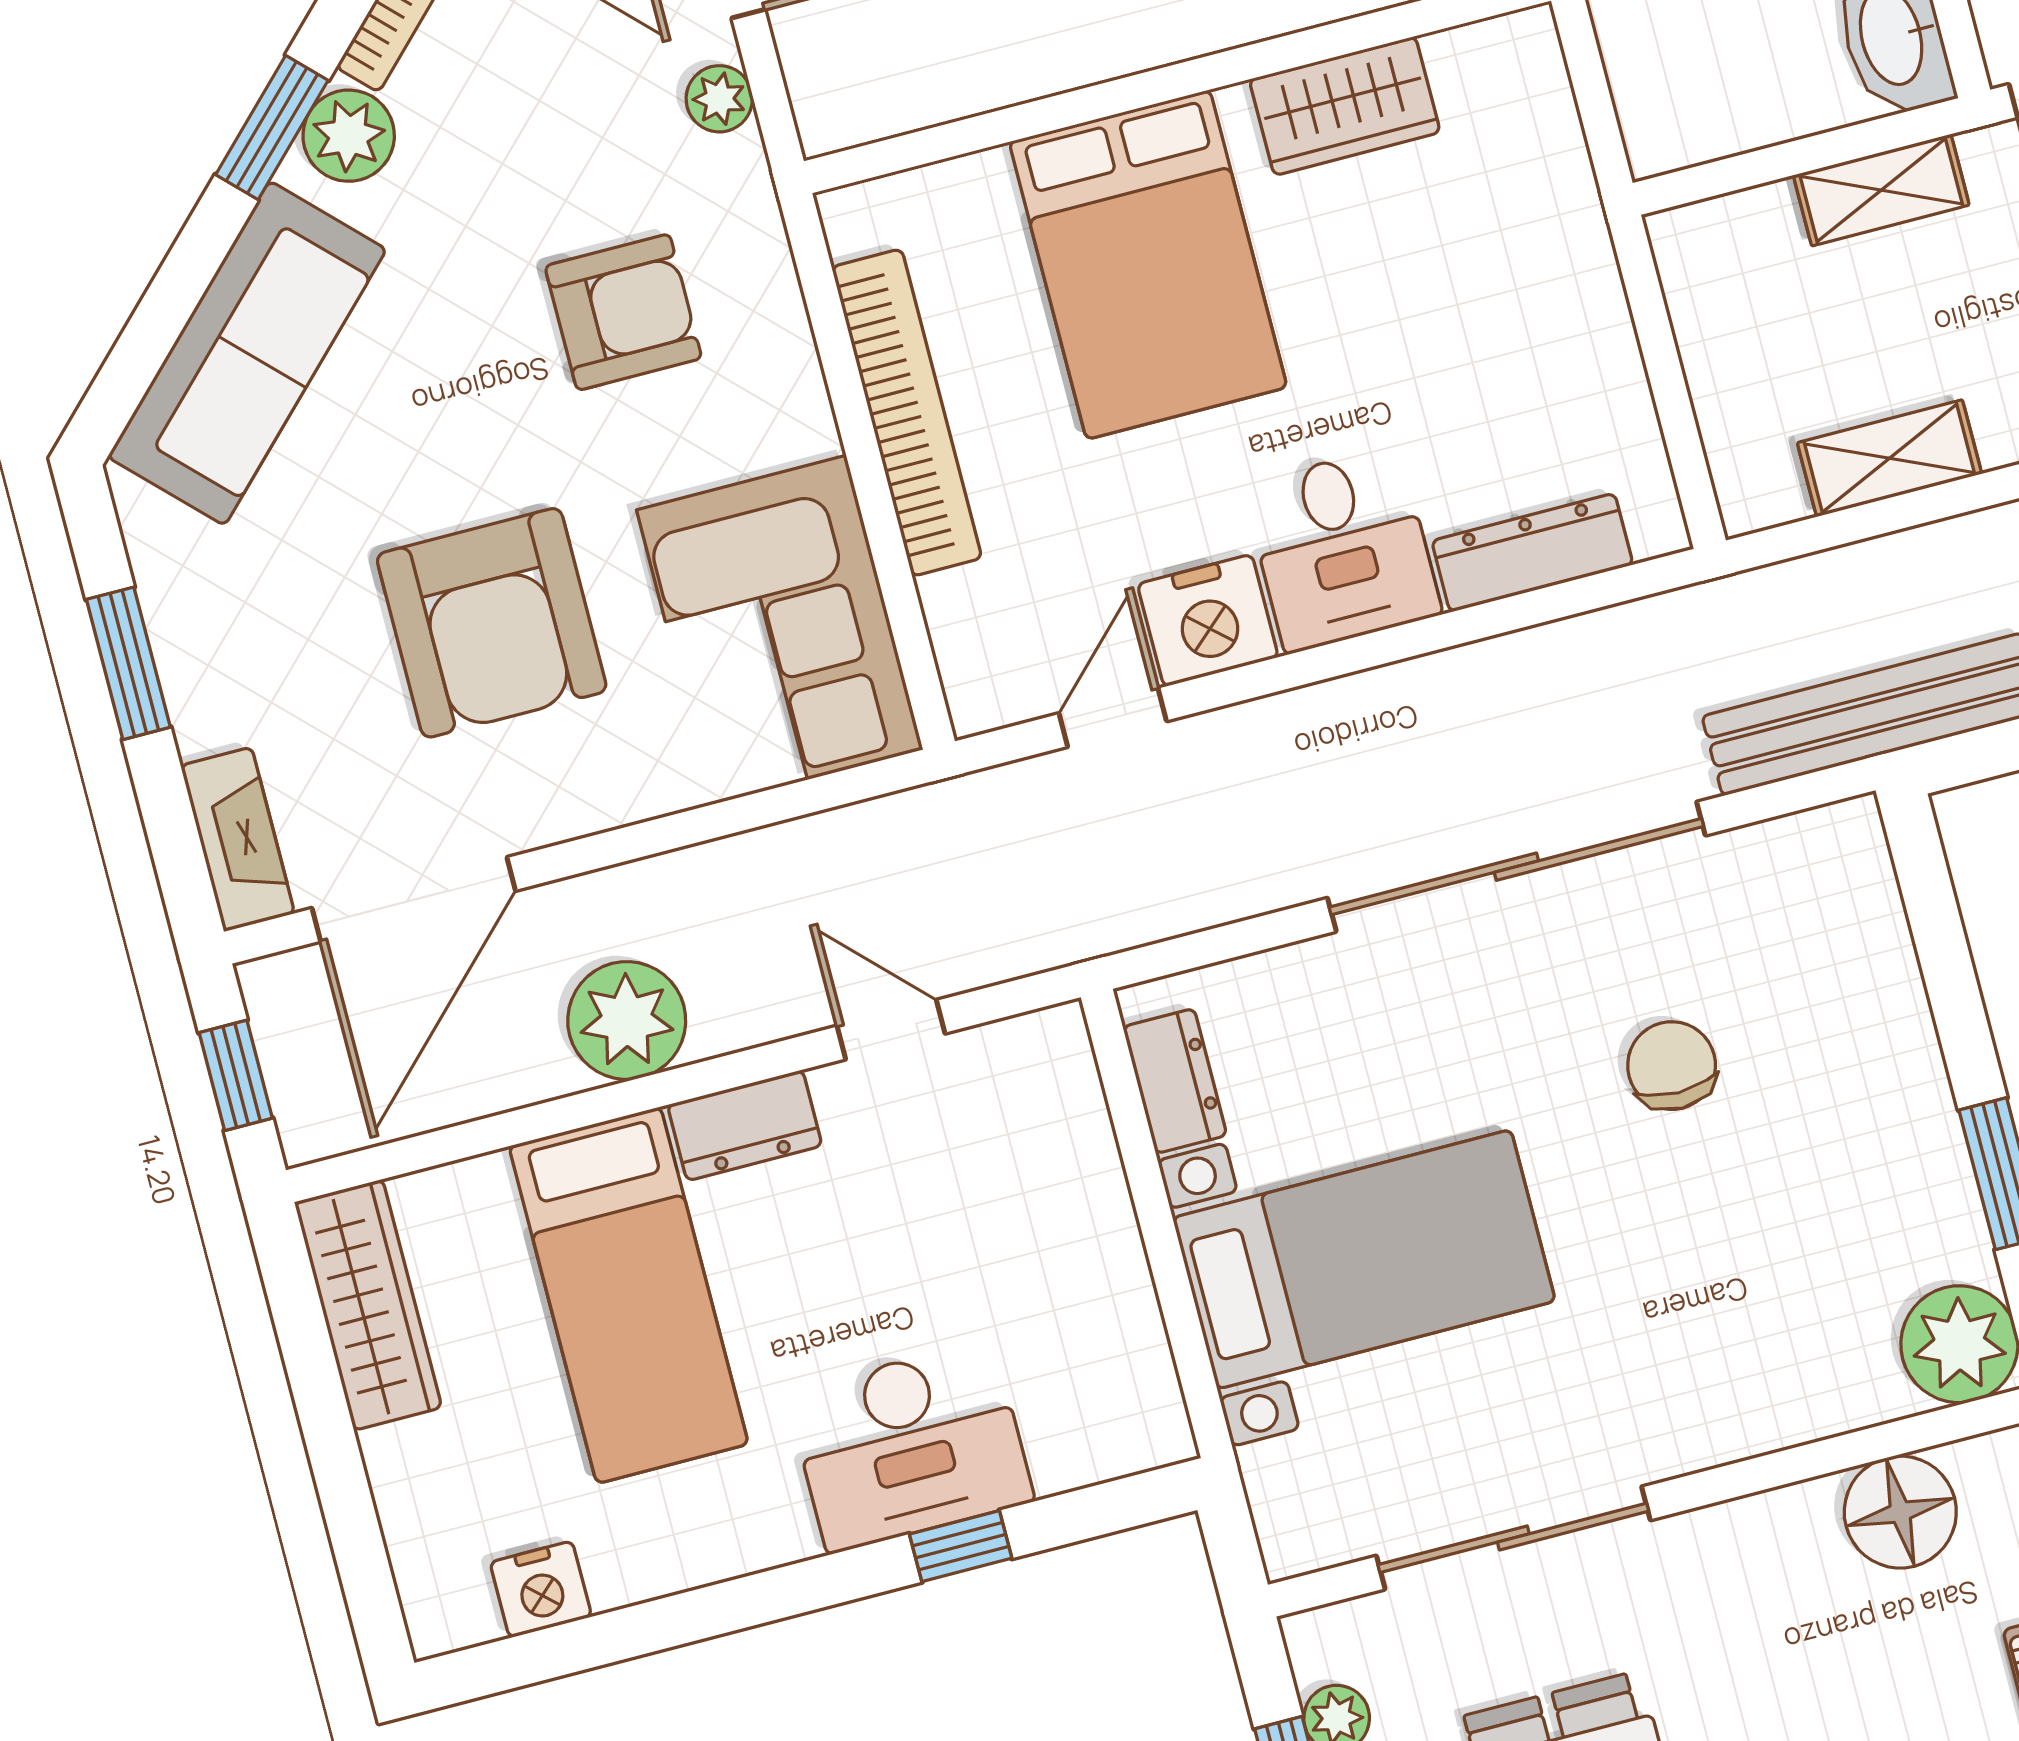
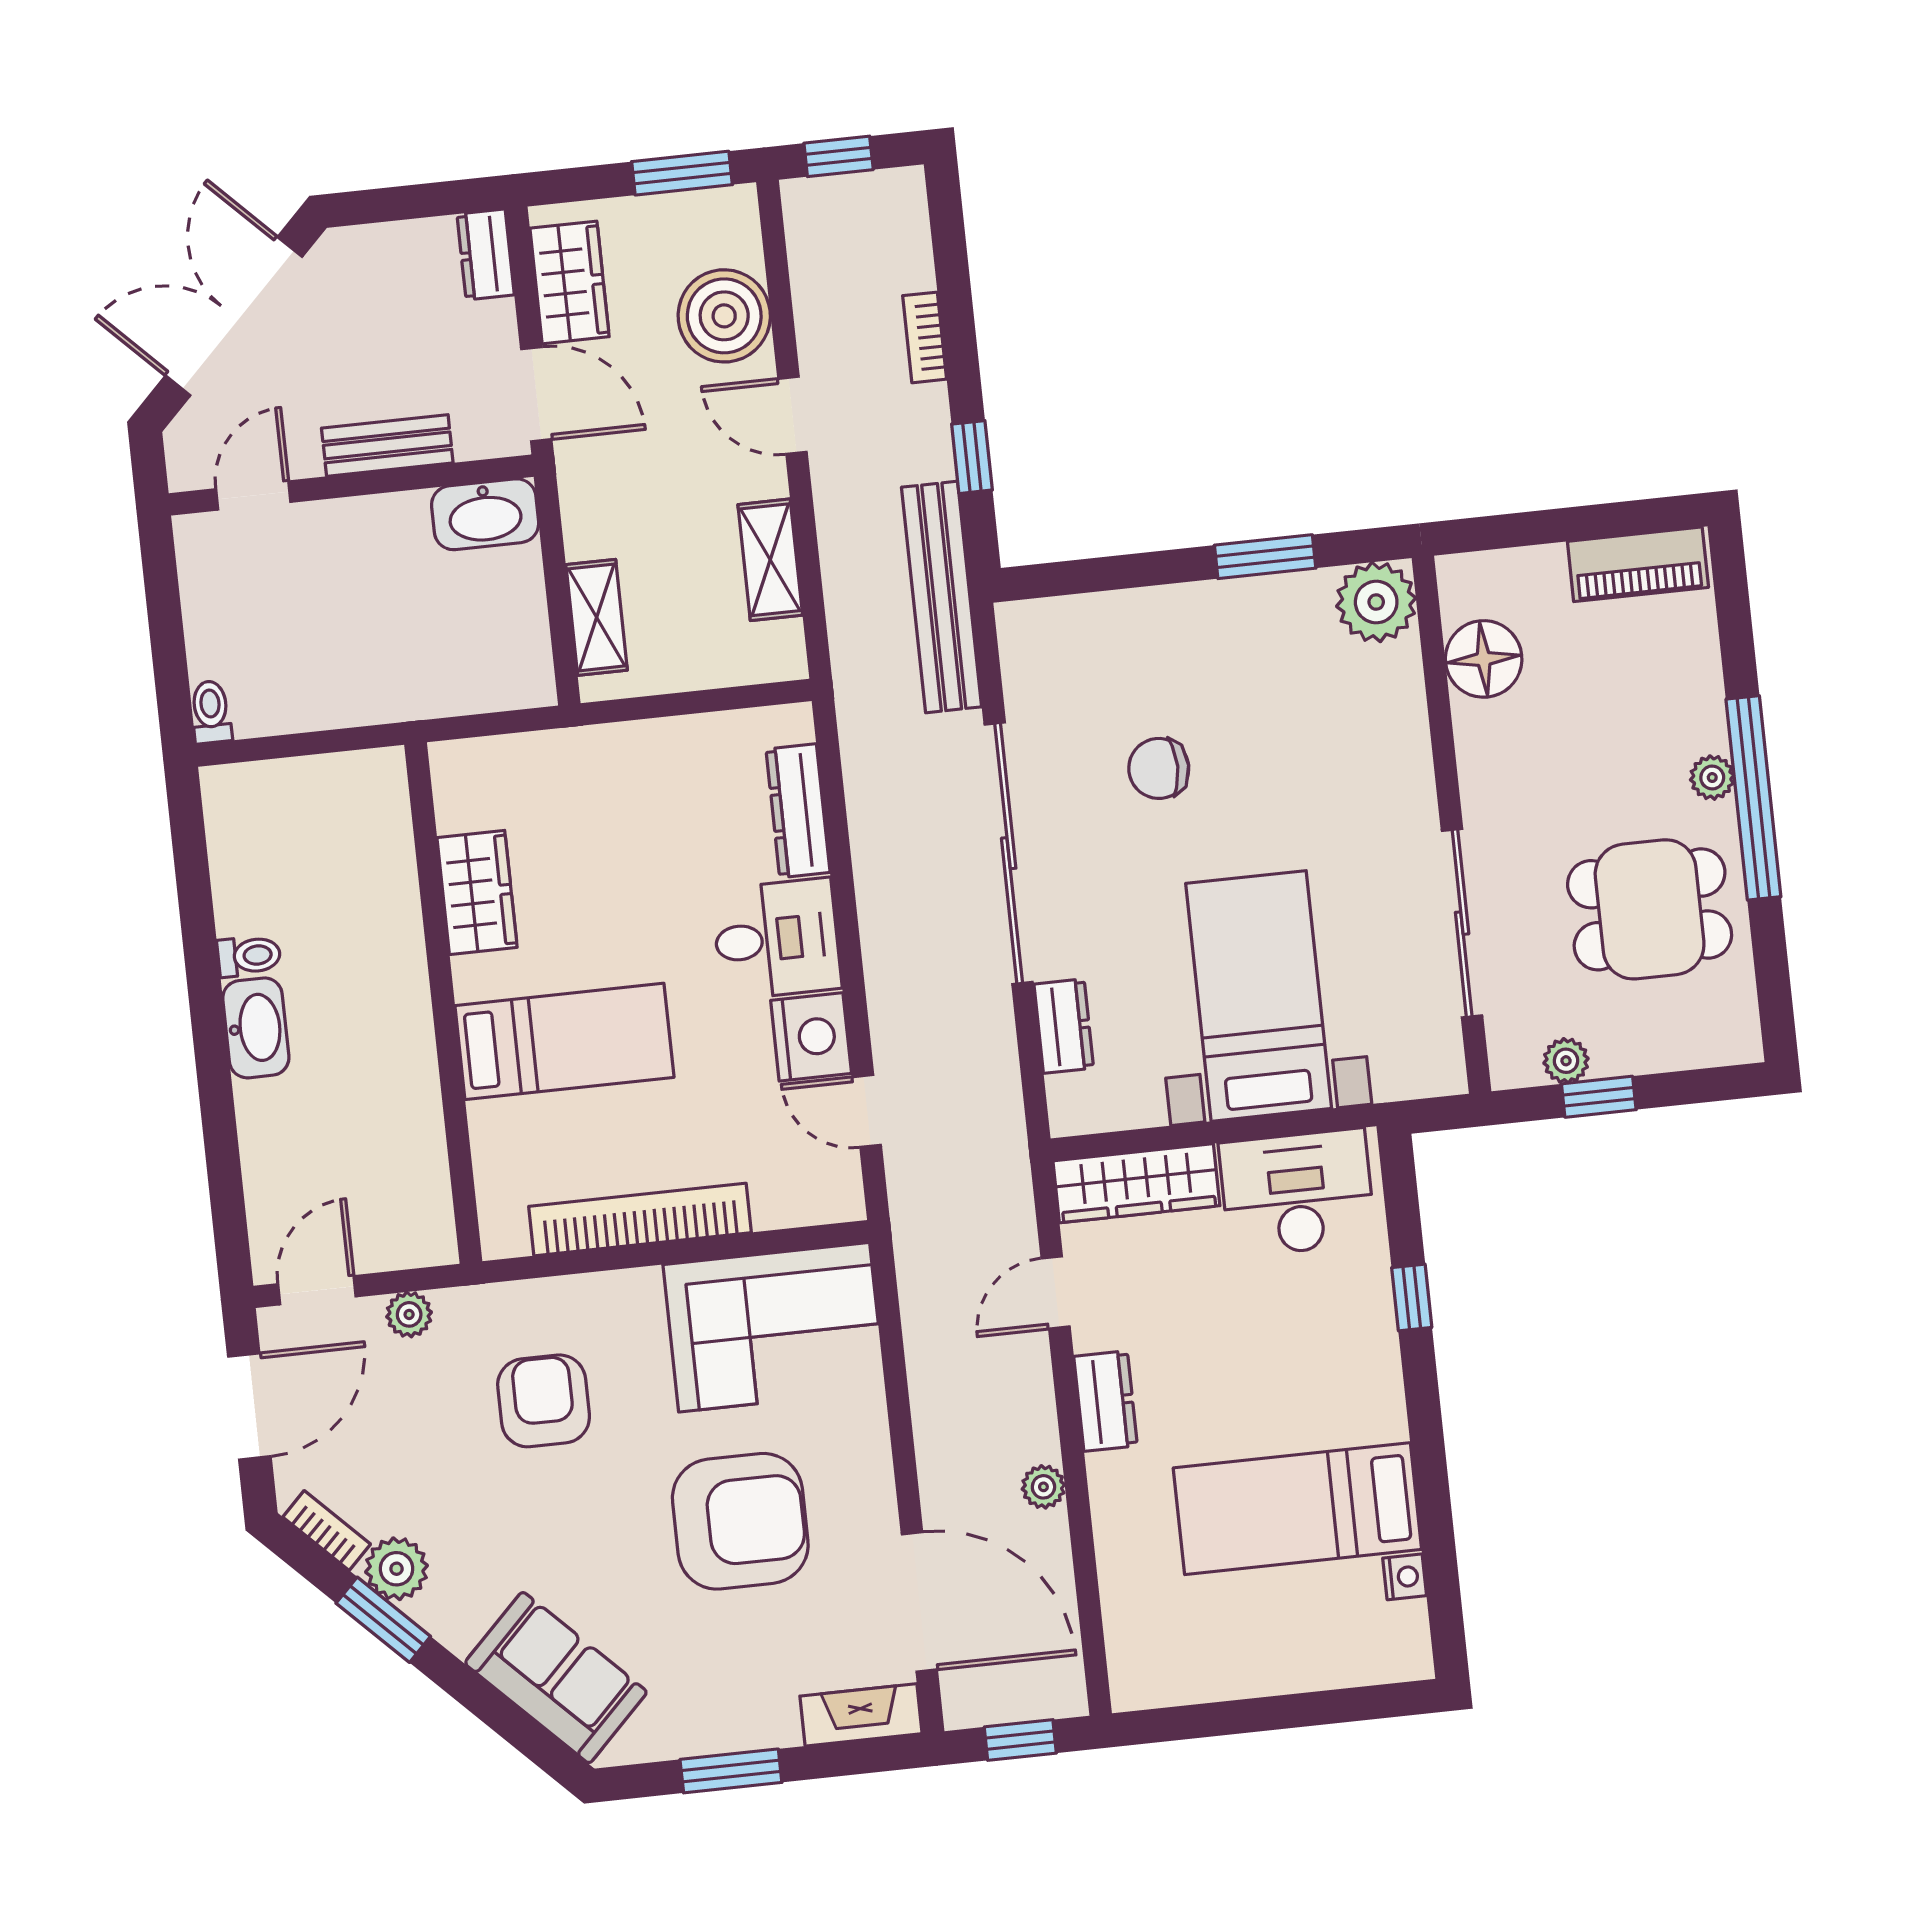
shelving: (1881, 190) -> (597, 617), moved
bed: (1148, 265) -> (564, 1041), width x0.67
sofa: (247, 353) -> (556, 1678), width x0.73
plant: (627, 1021) -> (1043, 1487), width x0.53, depth x0.53
dresser: (1175, 1081) -> (1064, 1026), moved, turned 90
bed: (629, 1295) -> (1297, 1509), moved, turned 180
wardrobe: (368, 1305) -> (1136, 1183), moved, turned 180
desk: (910, 1446) -> (1297, 1193), moved, turned -90
nightstand: (541, 1589) -> (1405, 1577), width x0.72, depth x0.74

